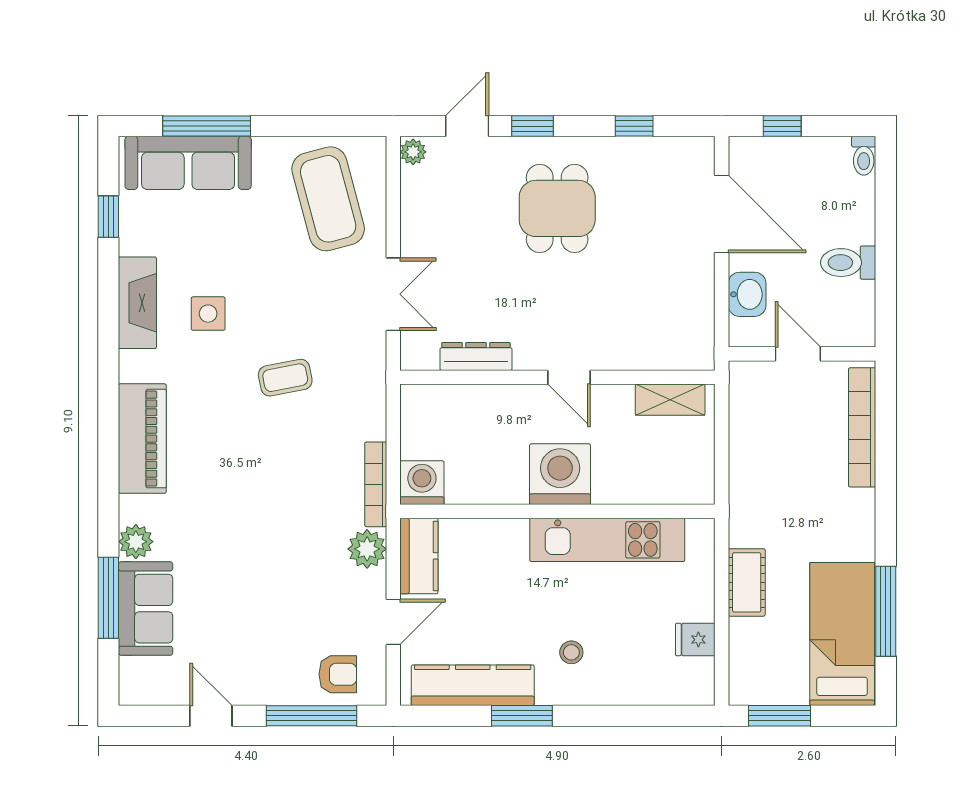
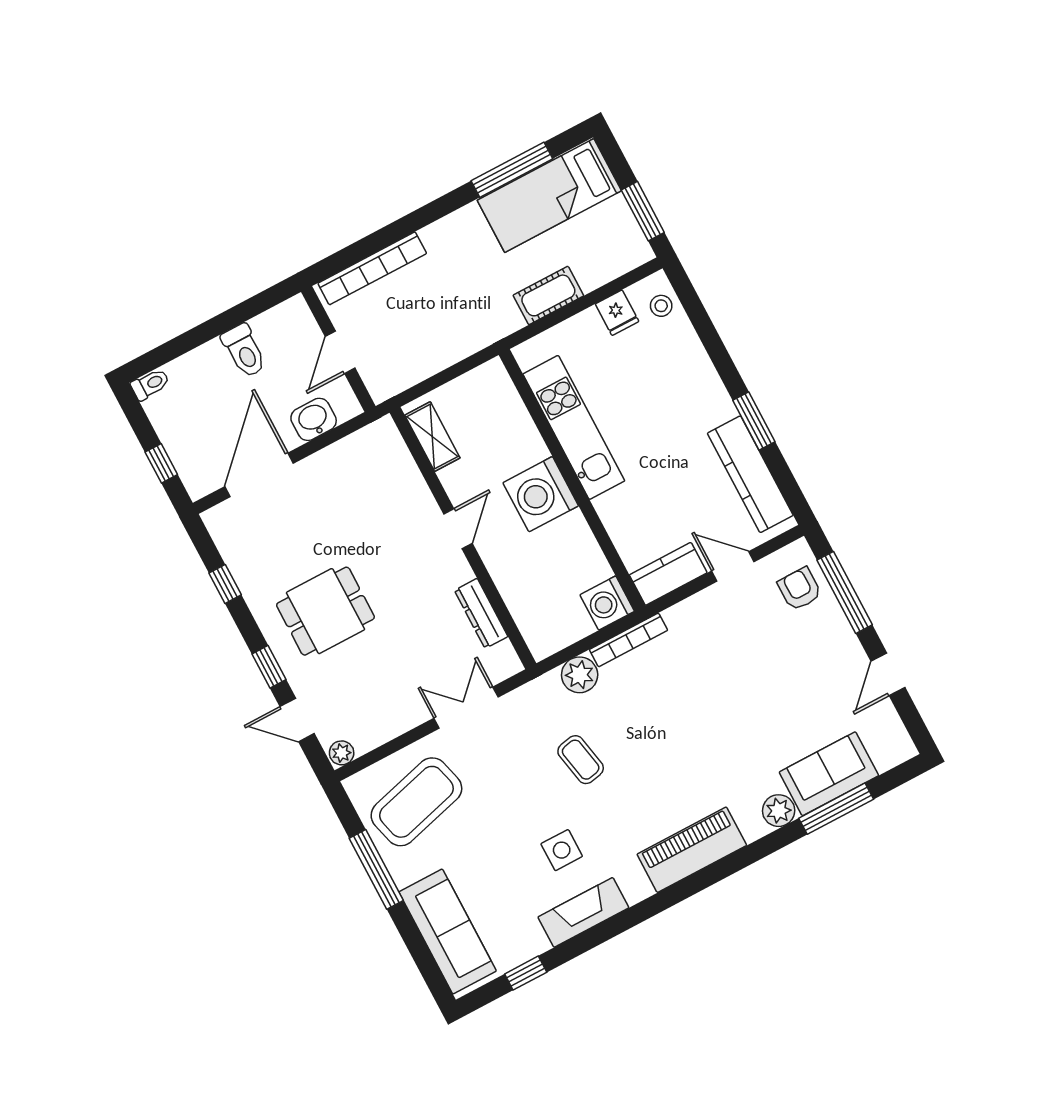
window: (207, 126) -> (376, 869), moved
plant: (367, 549) -> (580, 675), moved
stool: (571, 652) -> (661, 306), moved

